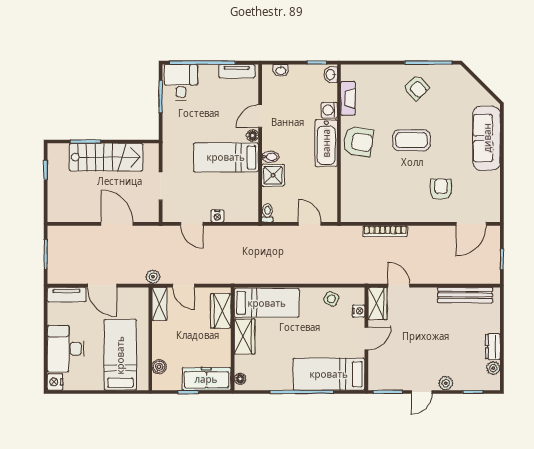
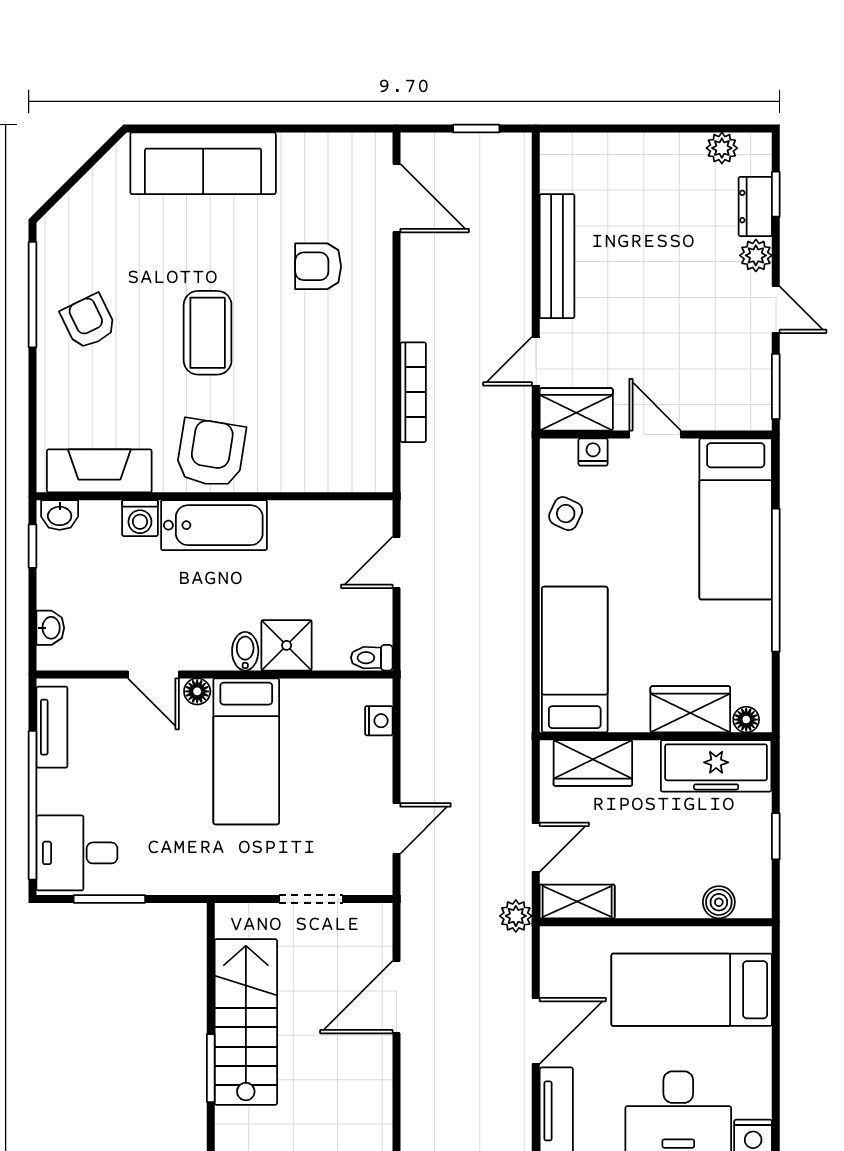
armchair: (416, 87) -> (88, 322), turned -73
fireplace: (348, 98) -> (99, 471), width x1.37, depth x1.32
nightstand: (217, 216) -> (379, 721), moved
bench: (465, 295) -> (557, 256), moved
wardrobe: (245, 336) -> (690, 709), moved
dresser: (493, 347) -> (755, 207), moved, turned 90
freezer: (206, 379) -> (716, 766), moved, turned -90

